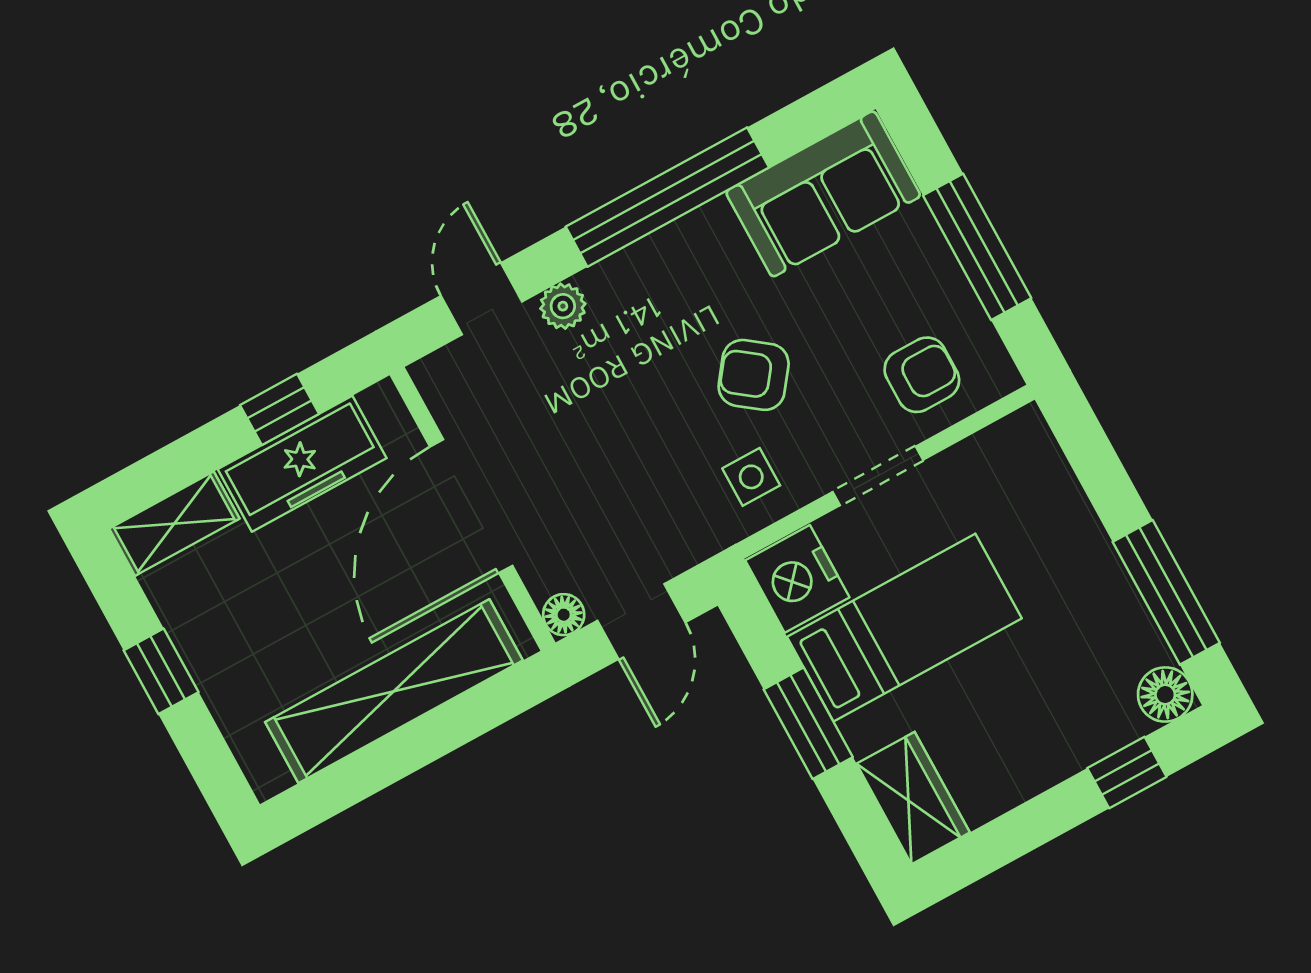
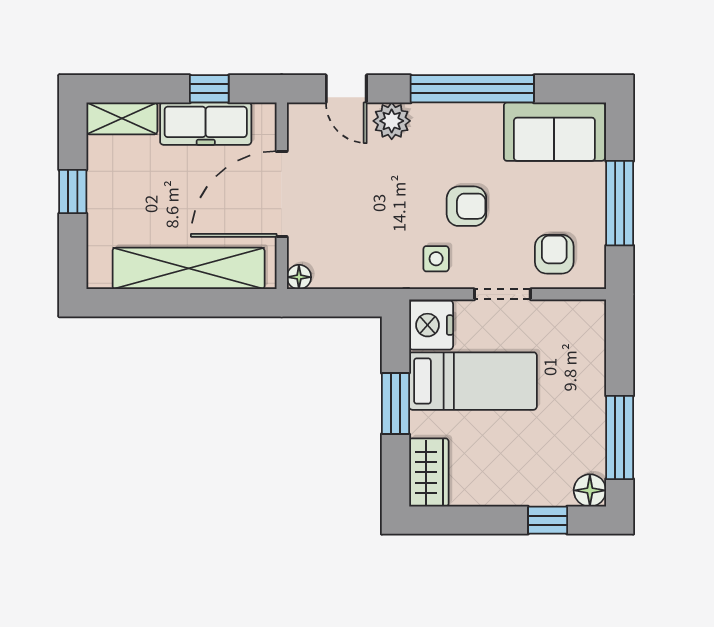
door: (482, 299) -> (346, 89), swing flipped
plant: (563, 306) -> (392, 121), width x1.38, depth x1.38
armchair: (754, 375) -> (466, 206), turned 143
armchair: (922, 375) -> (554, 254), turned -90
door: (641, 622) -> (338, 303), removed

